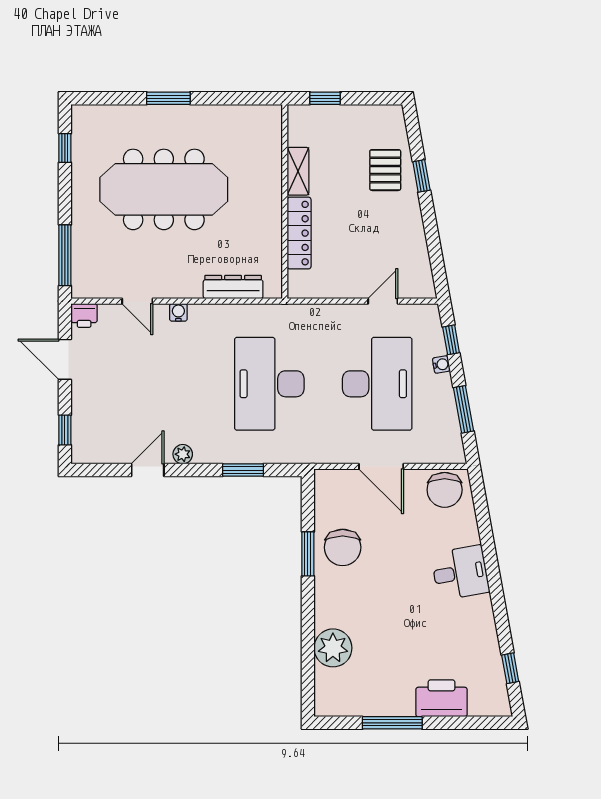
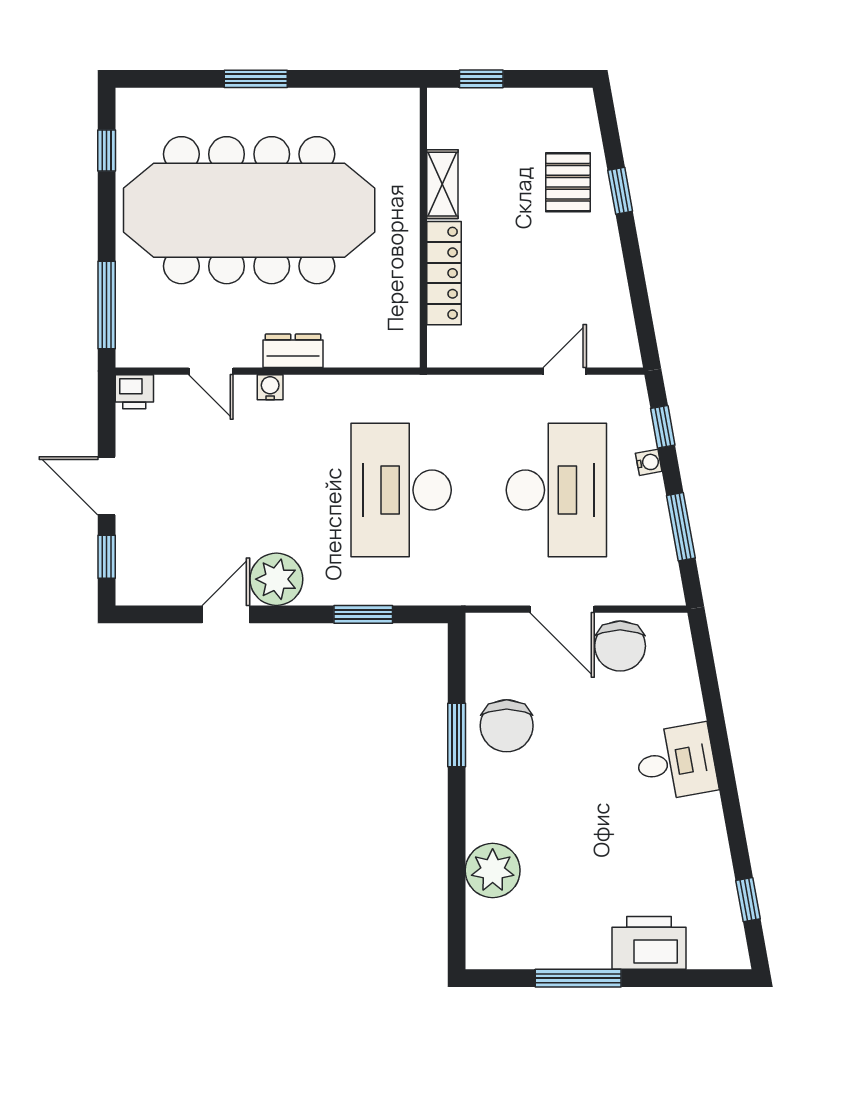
meeting table: (164, 189) -> (249, 210), width x1.36, depth x1.27
dresser: (233, 287) -> (293, 351), moved, width x0.70
door: (65, 359) -> (107, 486), moved
plant: (183, 454) -> (276, 579), width x1.88, depth x1.88
chair: (445, 490) -> (620, 646), moved

